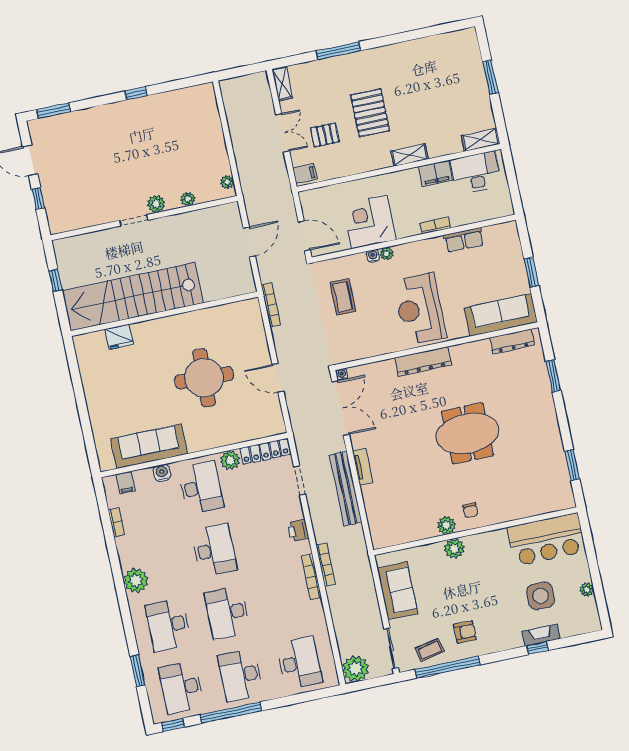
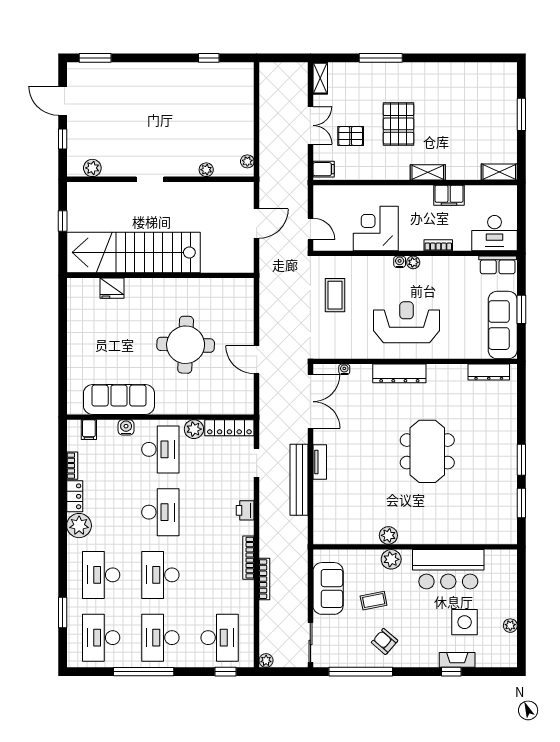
window: (136, 93) -> (209, 58), moved
desk: (476, 173) -> (495, 233), moved, turned 180
plant: (156, 204) -> (92, 168), moved
door: (304, 236) -> (310, 229), width x0.73
row of seats: (464, 240) -> (498, 265), moved
plant: (387, 254) -> (413, 262), moved
water cooler: (373, 256) -> (400, 262), moved
bookcase: (271, 305) -> (264, 288), removed
reception desk: (420, 309) -> (407, 322), turned 90
sofa: (501, 315) -> (503, 325), moved, turned -90
water cooler: (342, 374) -> (344, 369), moved
window: (553, 376) -> (521, 460), moved
meeting table: (467, 433) -> (427, 451), turned 90
chair: (470, 510) -> (414, 526), removed
bar counter: (546, 539) -> (448, 569), moved
locker: (125, 552) -> (75, 496), added
bookcase: (326, 565) -> (264, 579), moved
armchair: (465, 632) -> (385, 641), turned -139
coffee table: (430, 650) -> (374, 601), moved
plant: (355, 668) -> (266, 661), width x0.53, depth x0.53
window: (173, 725) -> (225, 672), moved

